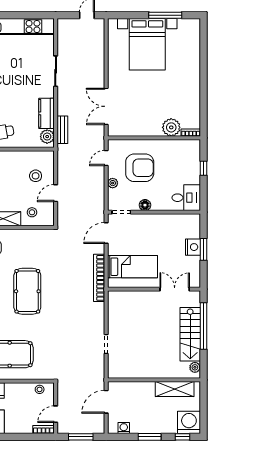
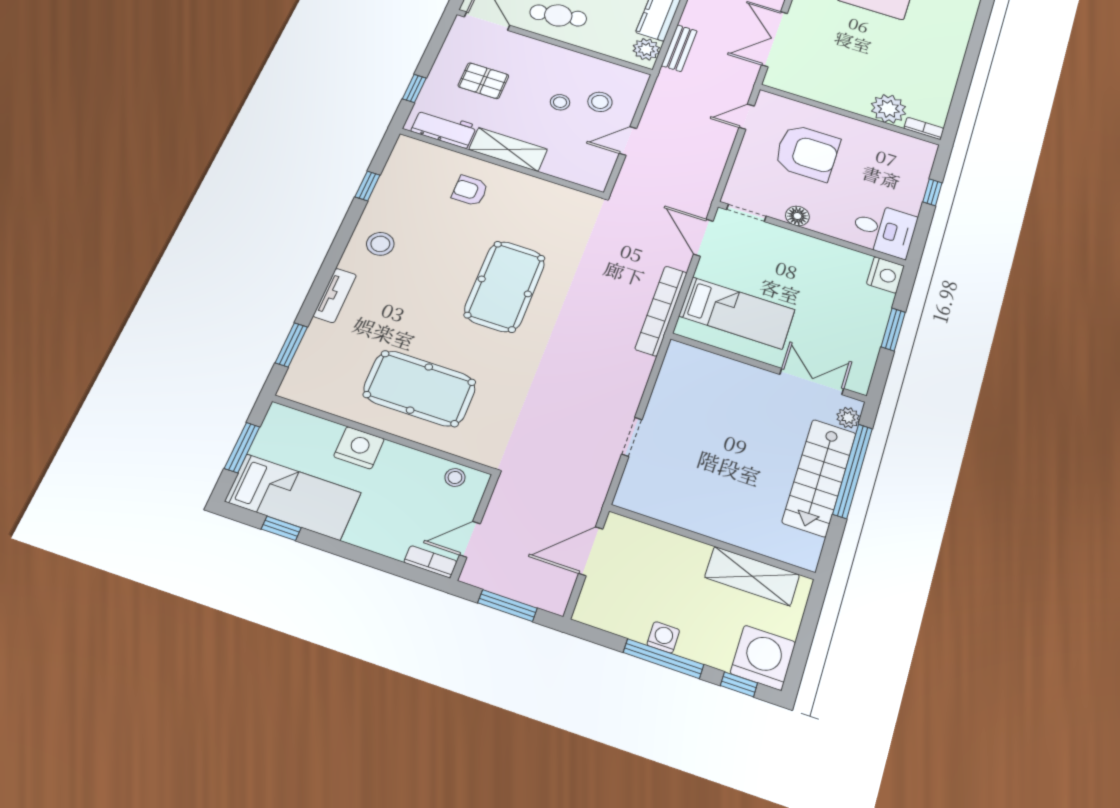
plant: (113, 183) -> (746, 160), removed
stool: (32, 212) -> (560, 102), moved
door: (106, 233) -> (703, 238), hinge flipped
nightstand: (193, 247) -> (885, 275), moved
plant: (195, 367) -> (848, 418), moved
washing machine: (124, 428) -> (663, 637), moved
window: (150, 437) -> (663, 659), width x1.44

